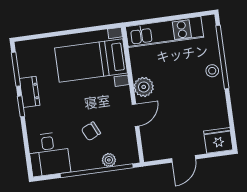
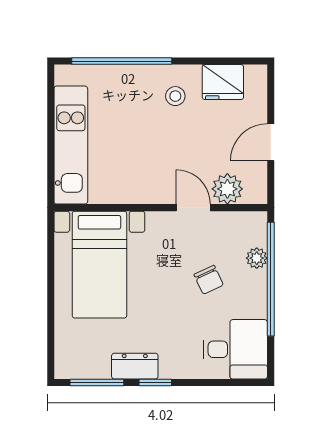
stool: (212, 71) -> (175, 96), moved
plant: (144, 87) -> (227, 189), moved
fridge: (218, 140) -> (223, 82), moved, turned -90
door: (184, 159) -> (271, 142), swing flipped

